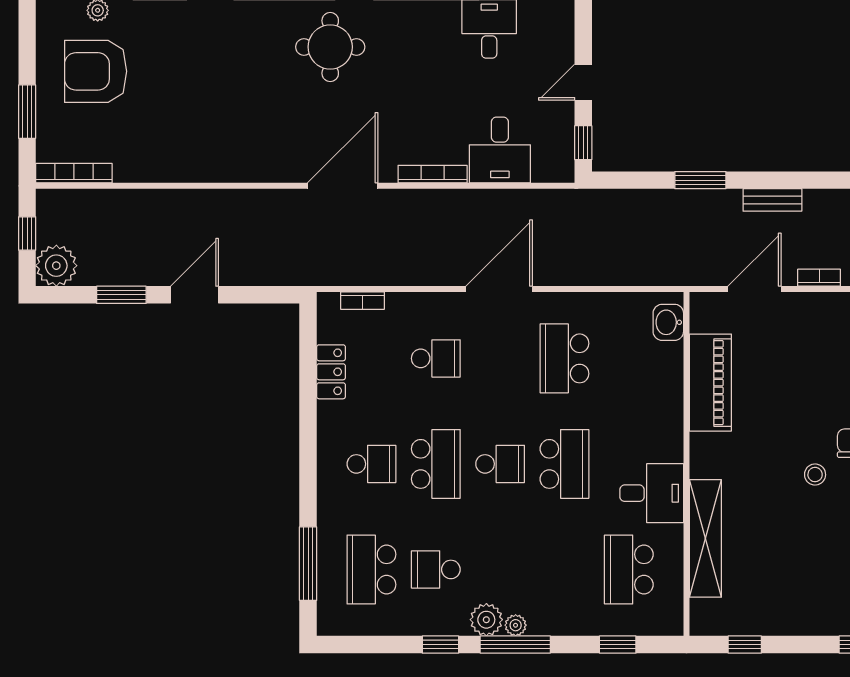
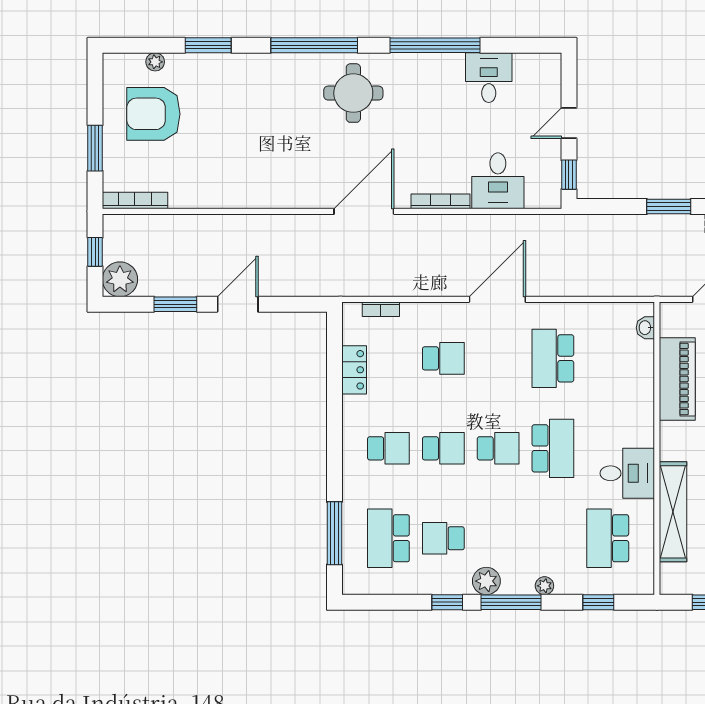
washbasin: (668, 322) -> (645, 328), width x0.72, depth x0.69
school desk: (436, 464) -> (443, 448), width x0.54
plant: (516, 625) -> (544, 586), moved

